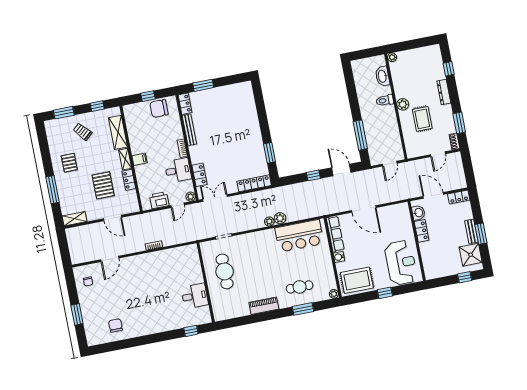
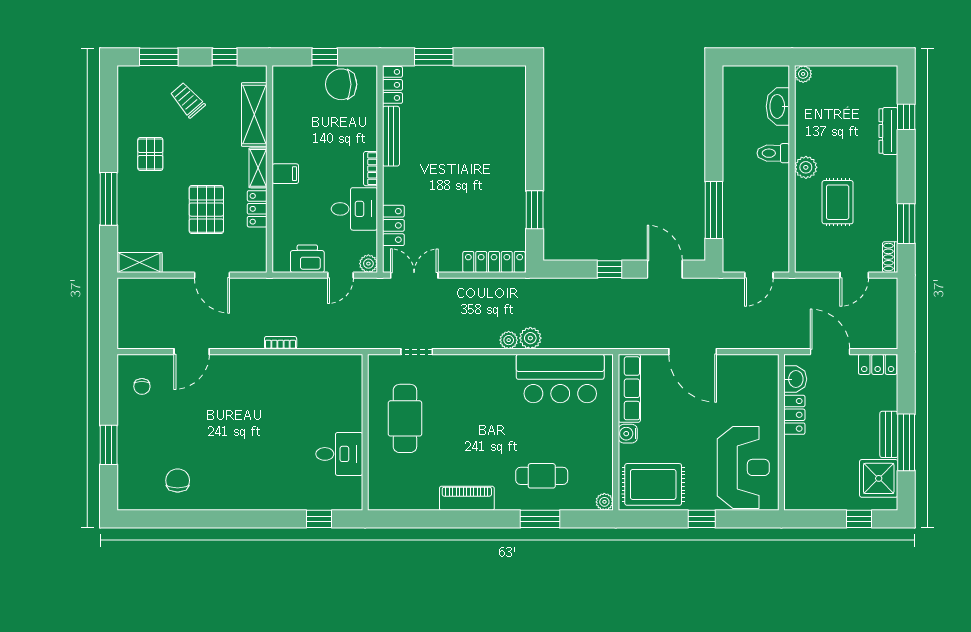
dresser: (444, 92) -> (888, 131), moved
window: (481, 234) -> (906, 442), width x1.44

